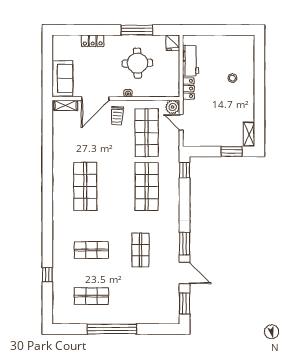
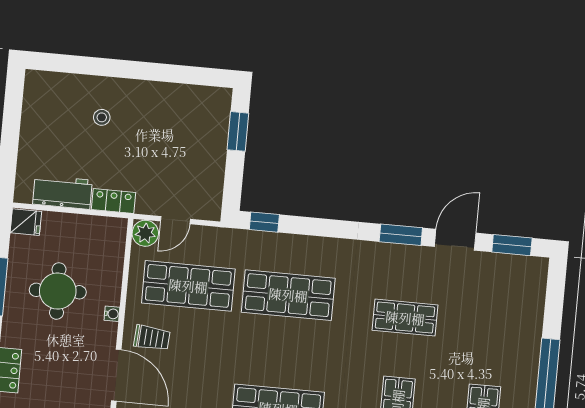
shelving: (249, 134) -> (209, 96), removed

